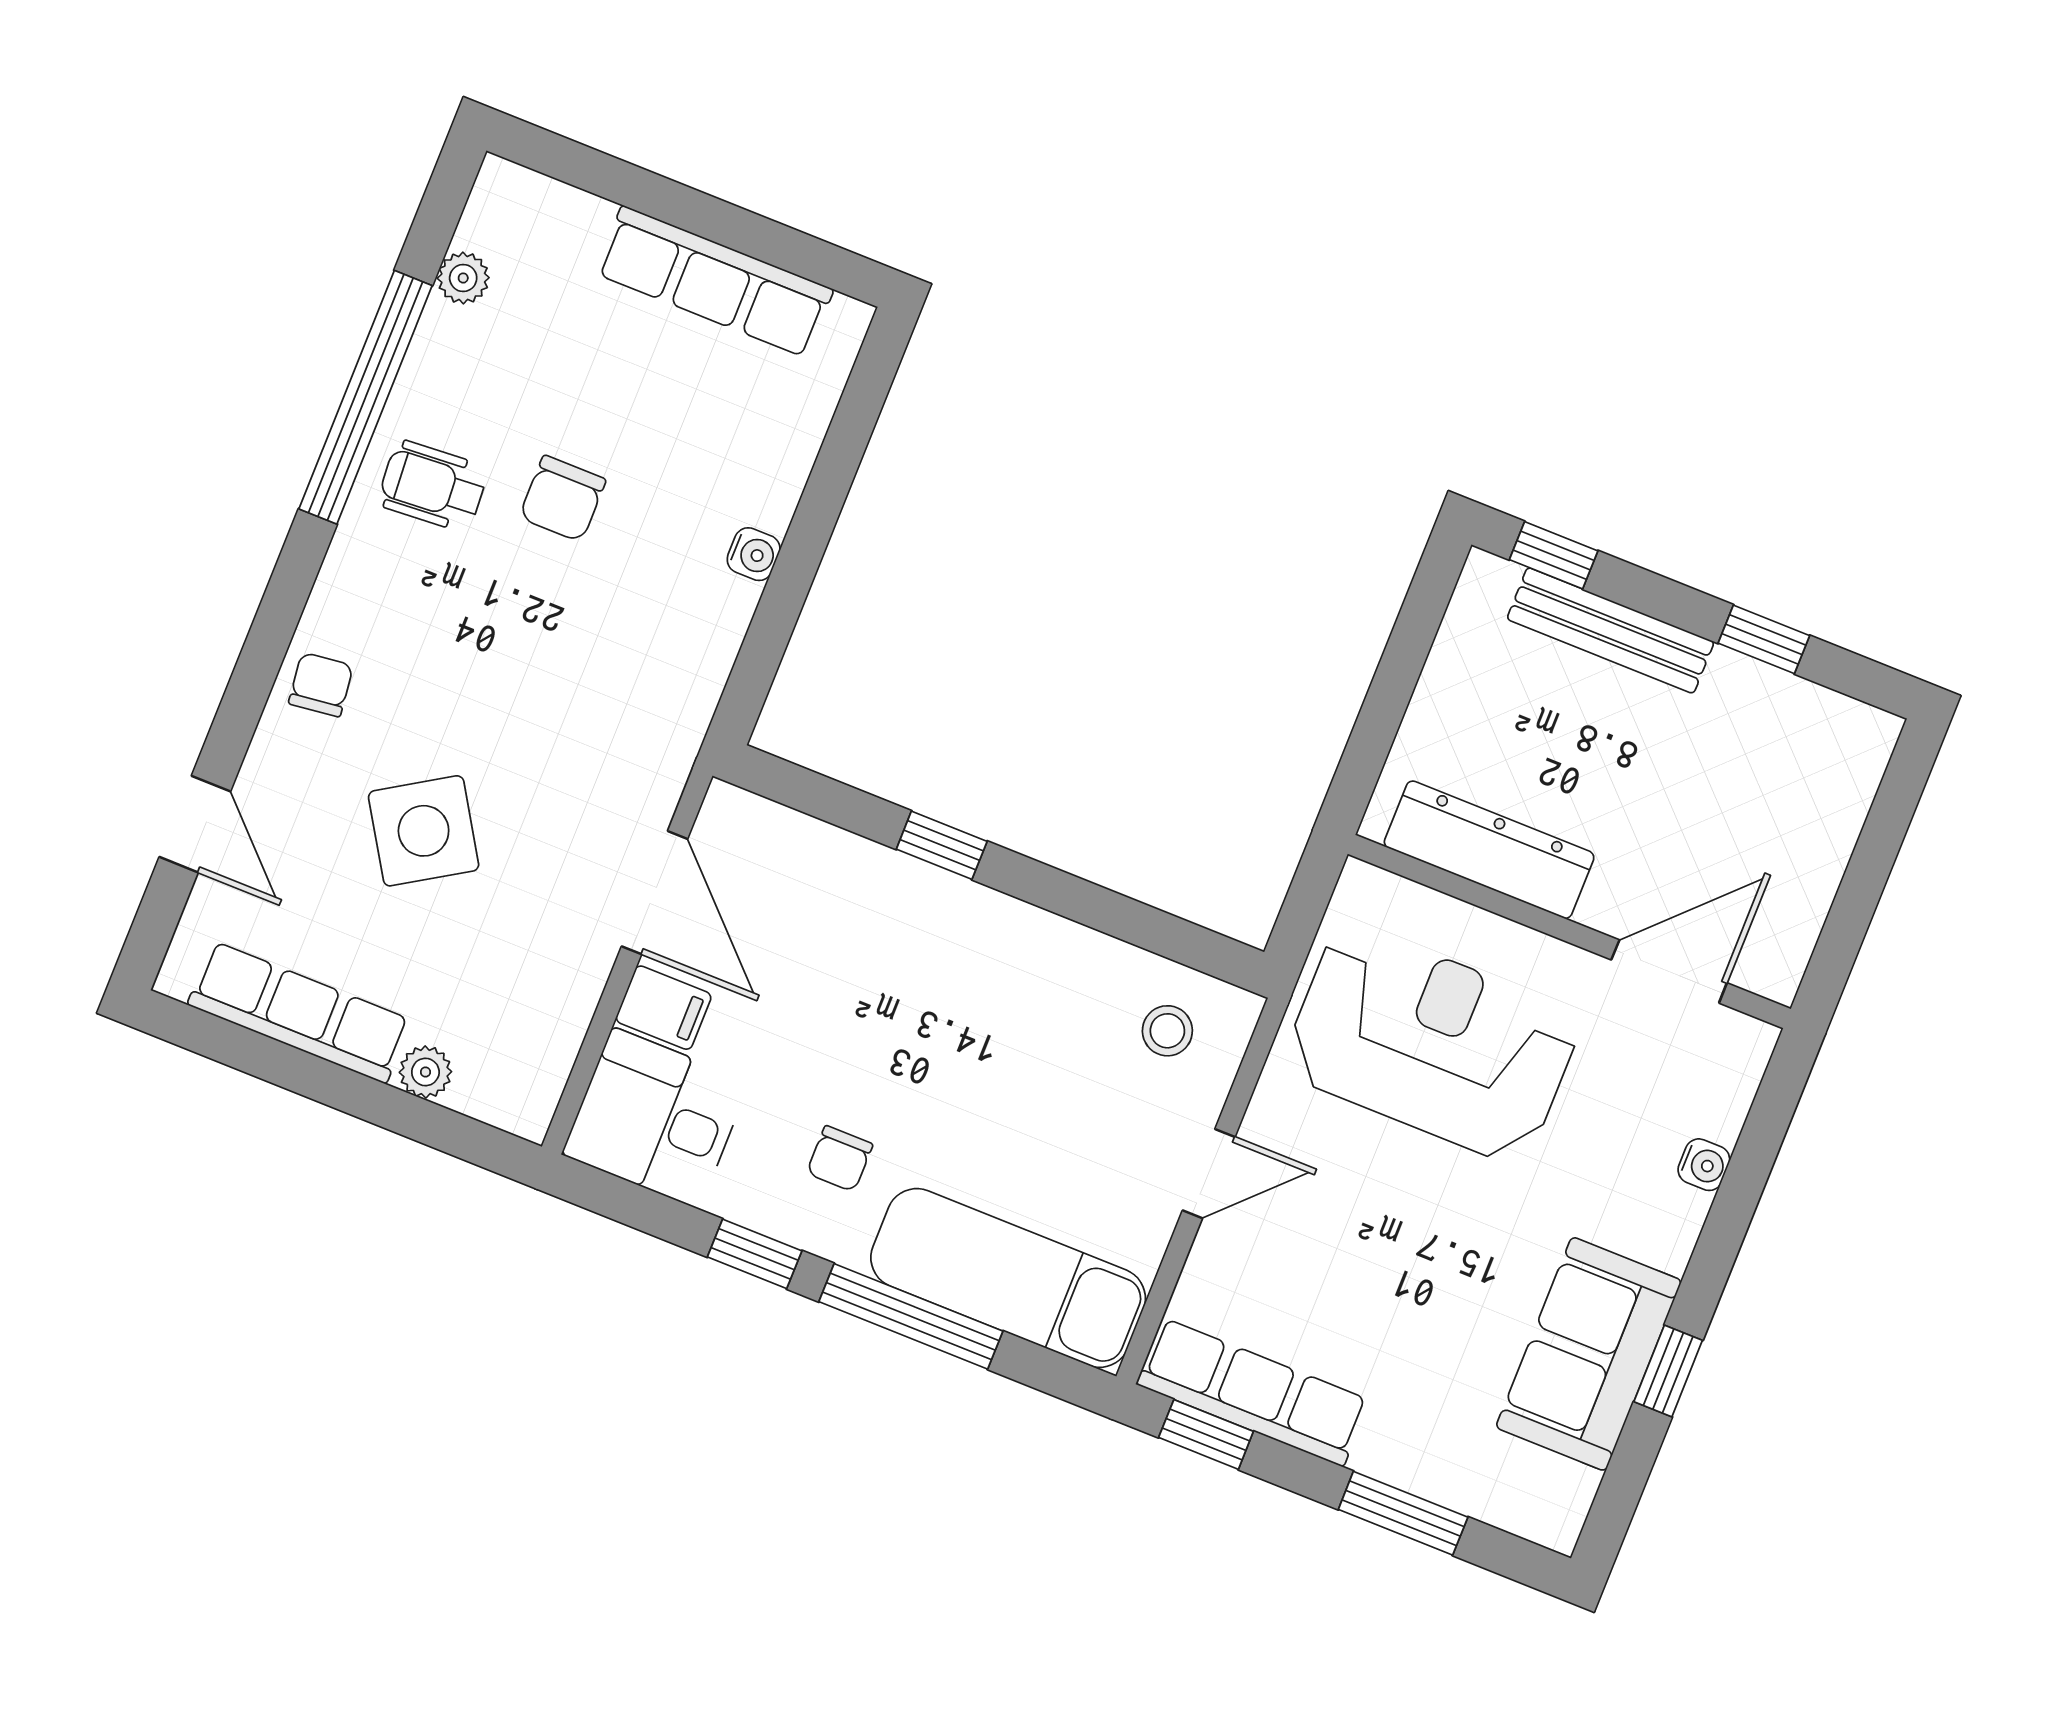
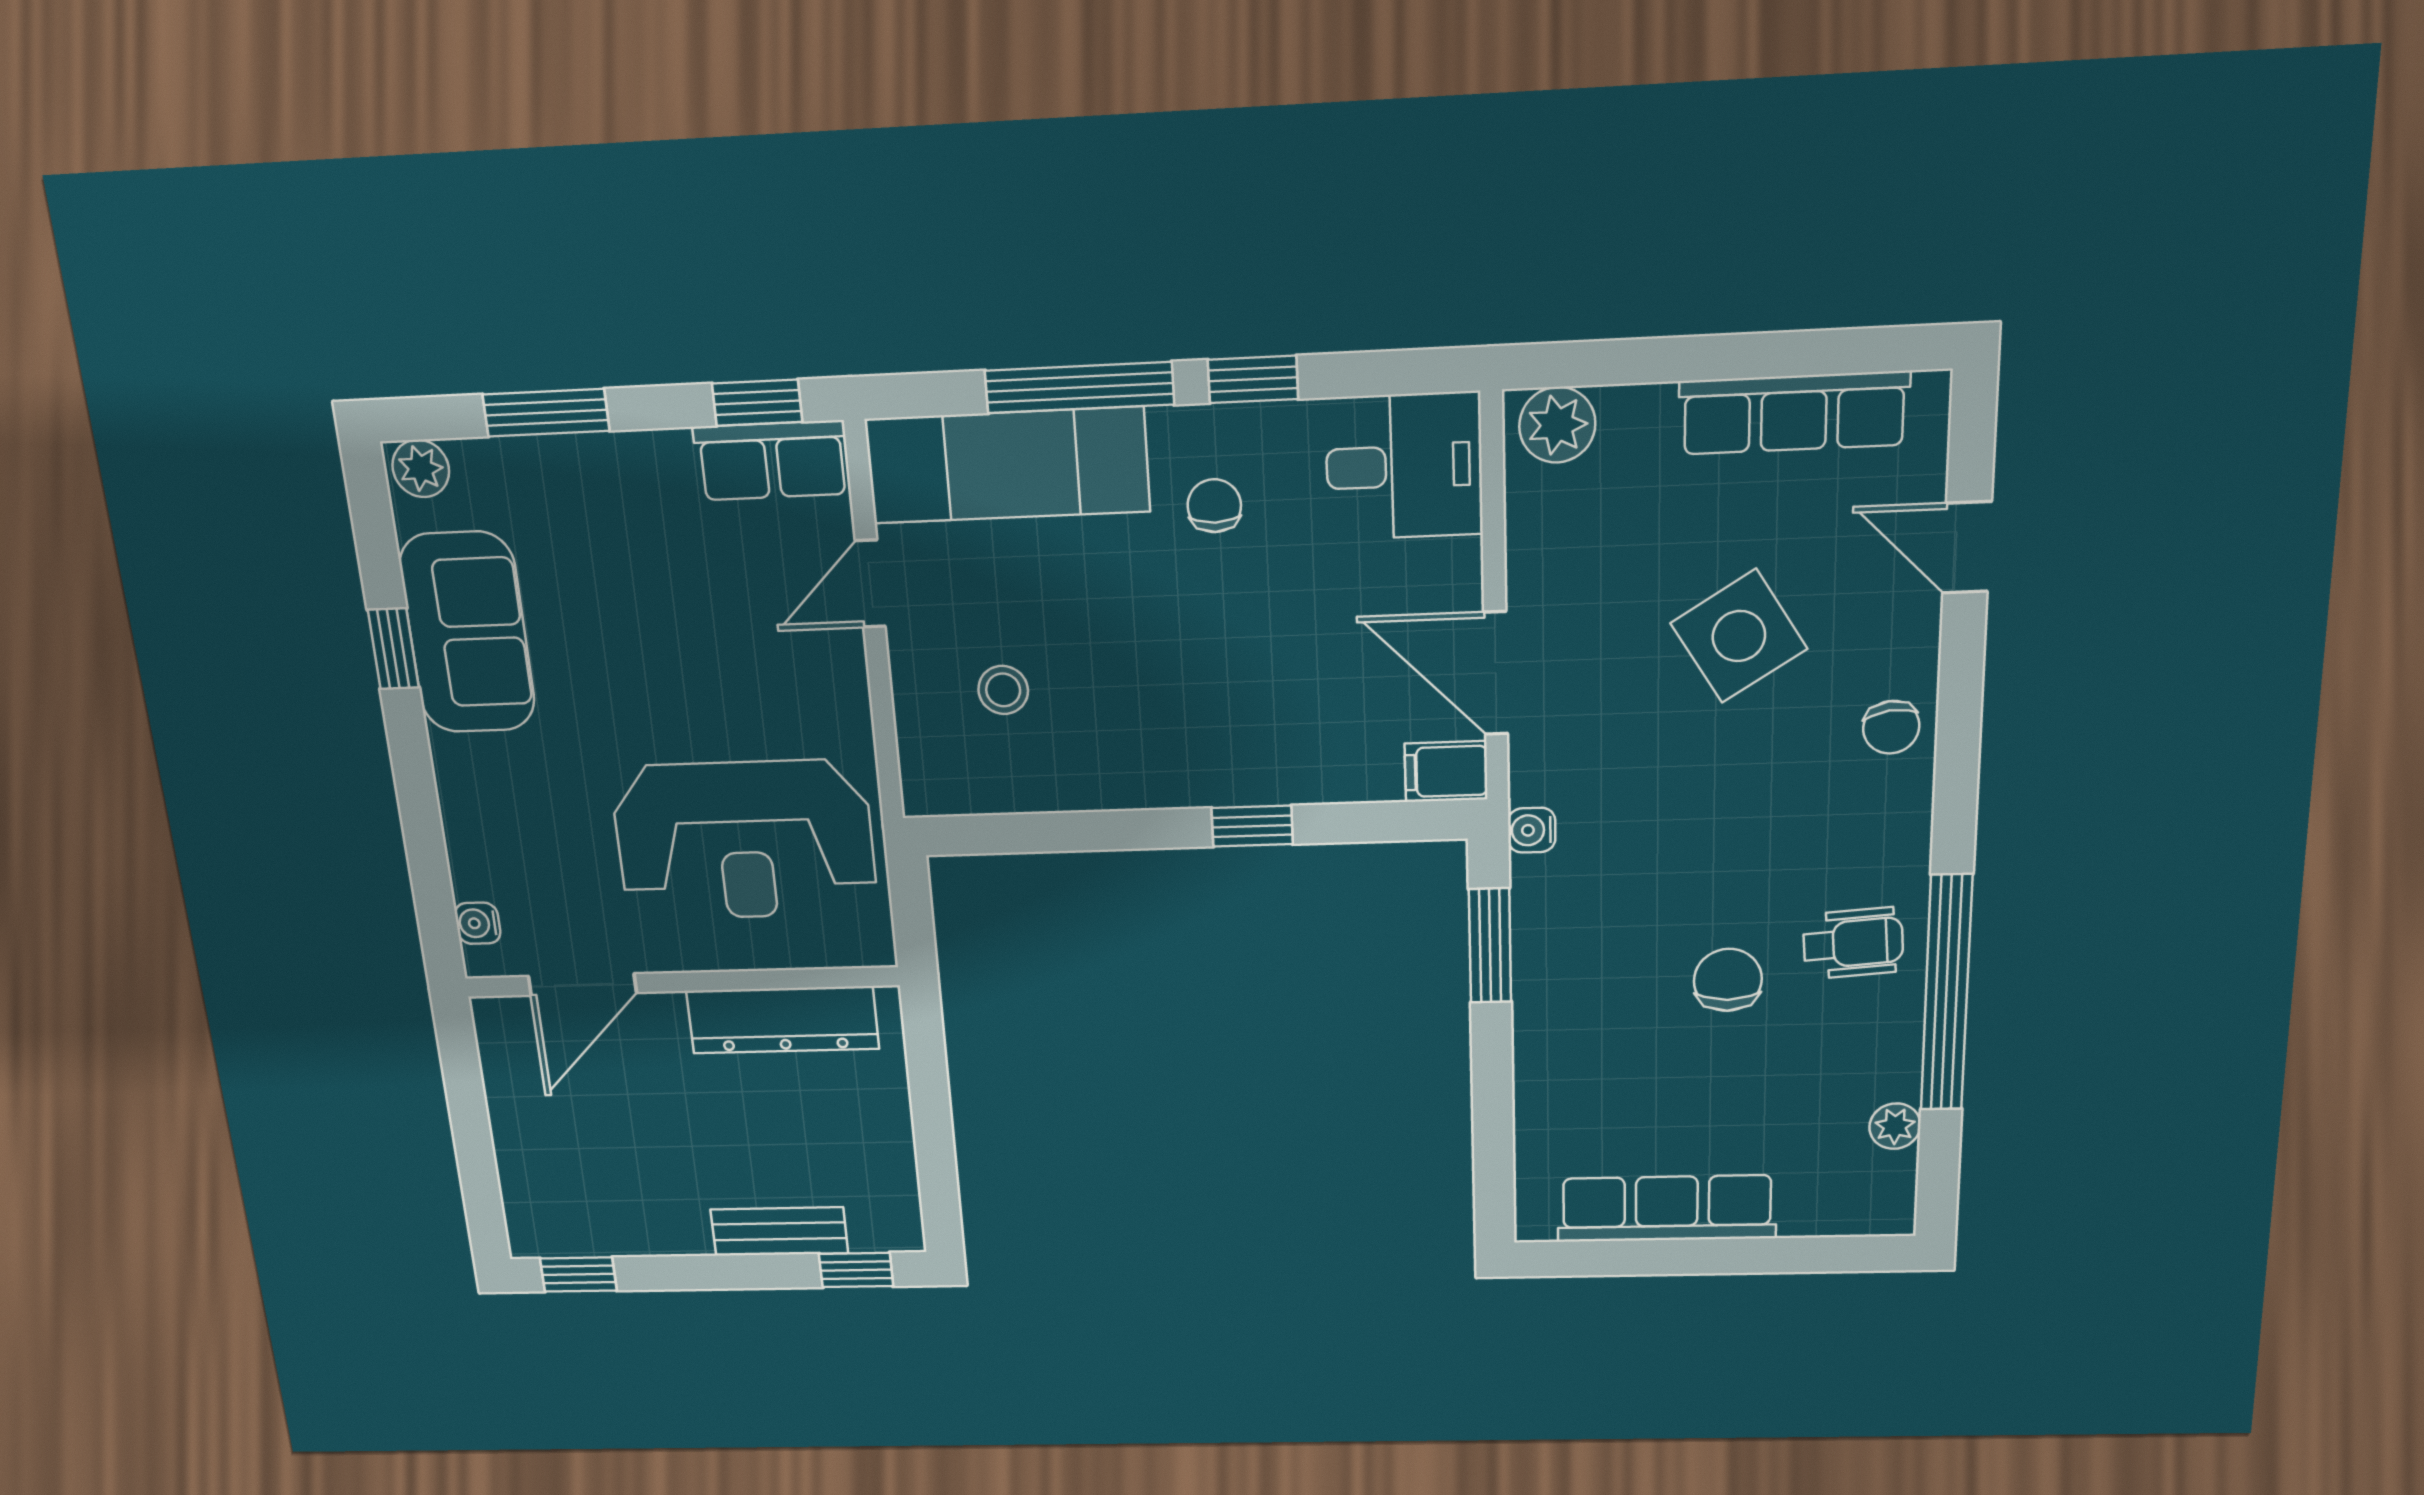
water cooler: (754, 554) -> (1532, 830), moved
window: (771, 630) -> (1490, 946), added
bench: (1610, 630) -> (779, 1231), width x0.73
window: (1764, 639) -> (578, 1274), moved
filing cabinet: (664, 1008) -> (1446, 771), moved
stool: (1167, 1031) -> (1003, 690), moved
plant: (425, 1072) -> (1557, 425), moved, width x1.38, depth x1.38
water cooler: (1704, 1165) -> (478, 923), moved
door: (1209, 1174) -> (870, 584), moved
row of seats: (1253, 1392) -> (772, 460), width x0.68
plant: (1547, 1518) -> (421, 468), added

